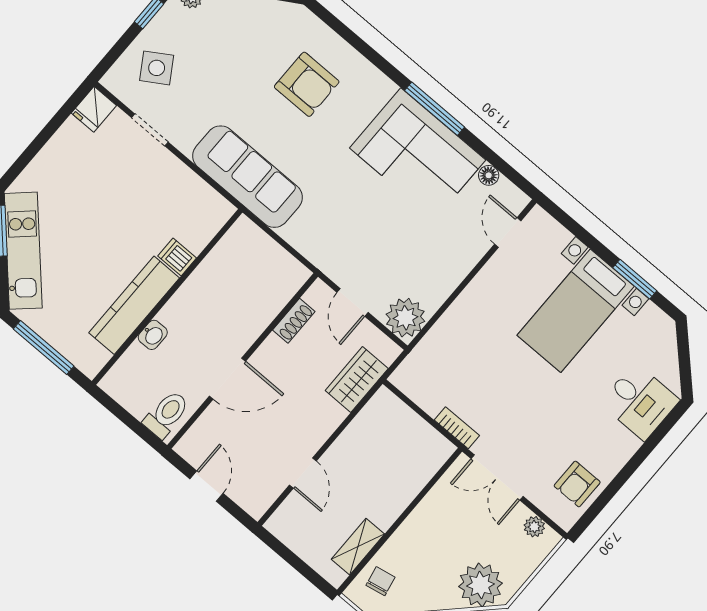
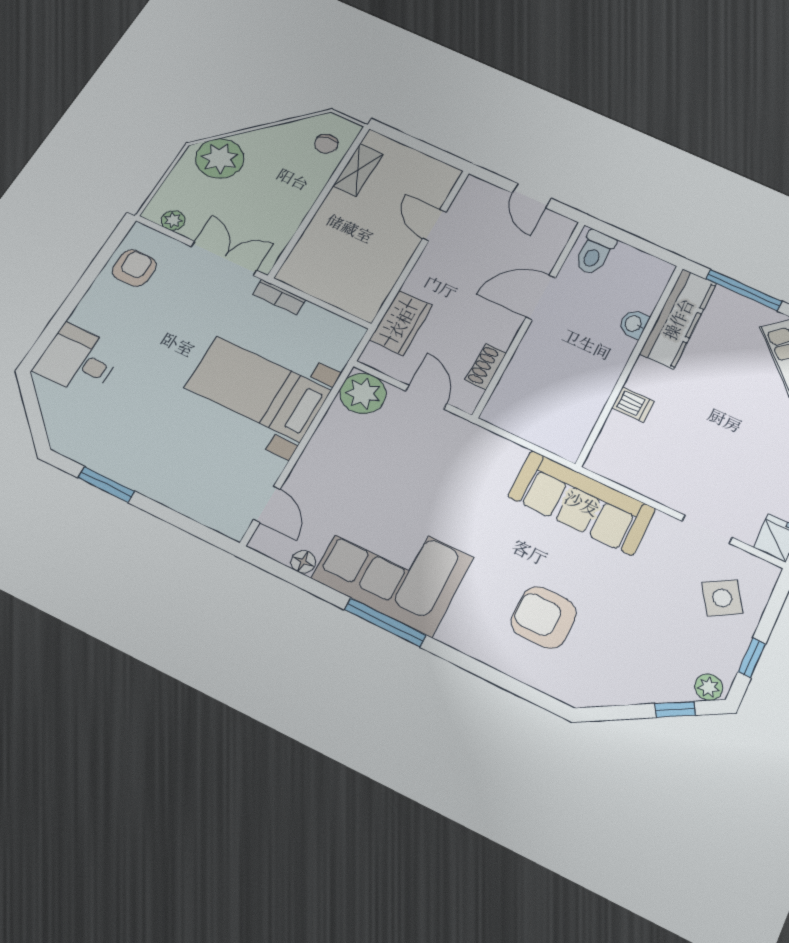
kitchen counter: (134, 305) -> (678, 319), moved
bed with nightstands: (576, 311) -> (258, 389), moved, turned -90

